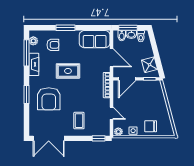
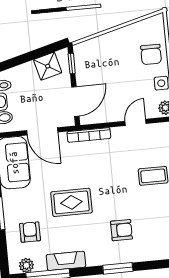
door: (111, 58) -> (42, 131), swing flipped
rug: (68, 71) -> (71, 202), turned 90
door: (127, 79) -> (75, 102), hinge flipped
armchair: (49, 99) -> (121, 230), width x0.53, depth x0.53

